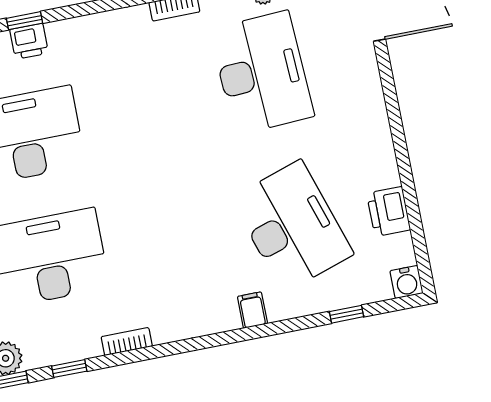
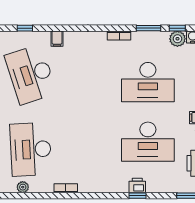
window: (347, 314) -> (25, 28), moved
window: (69, 369) -> (148, 28), width x1.50

